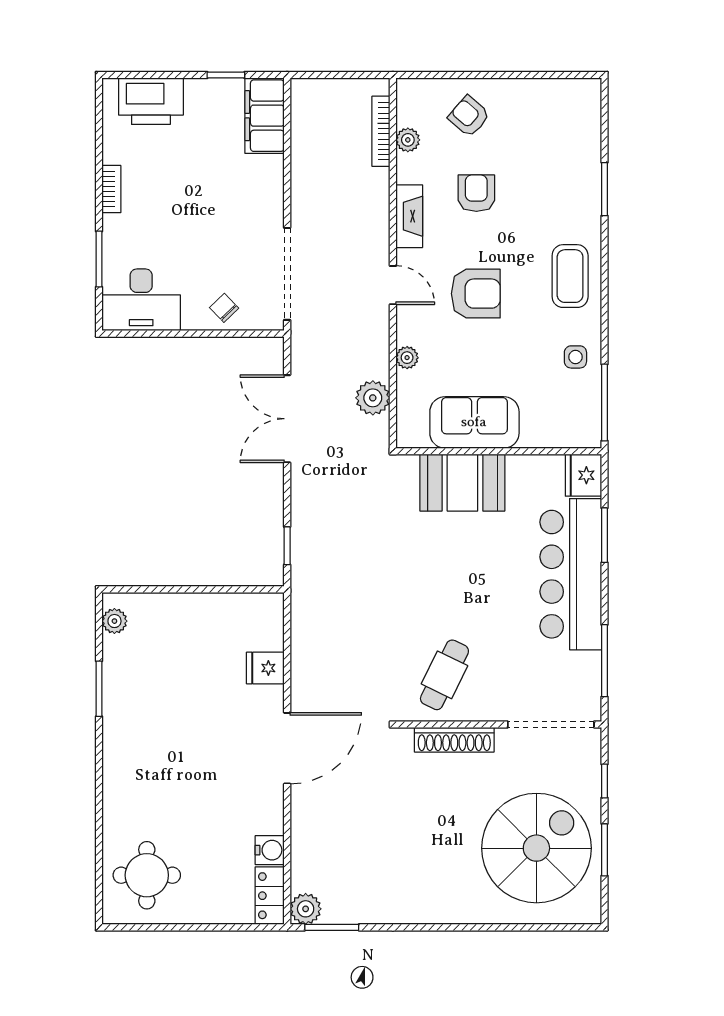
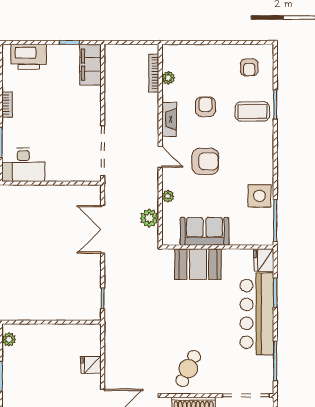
armchair: (469, 116) -> (249, 67), moved, turned -132
coffee table: (570, 276) -> (252, 111), moved, turned 90
chair: (224, 308) -> (68, 169), removed
side table: (575, 357) -> (259, 196), width x1.87, depth x1.87

